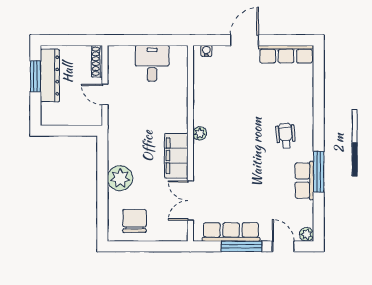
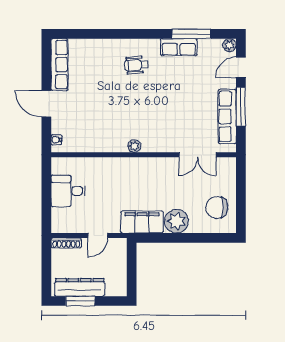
filing cabinet: (176, 156) -> (142, 222), moved, turned 180
window: (319, 172) -> (191, 34), moved

